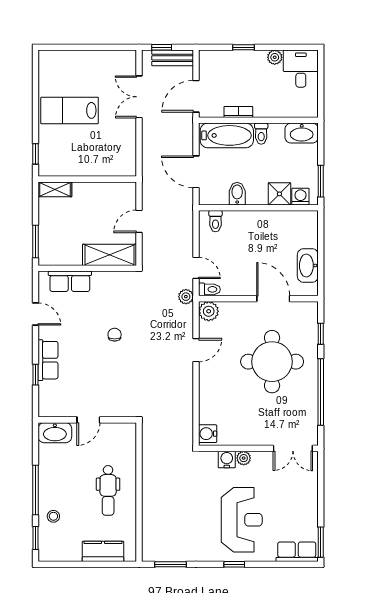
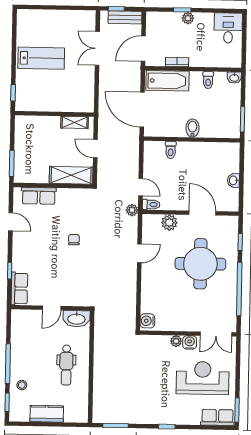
plant: (275, 57) -> (188, 18), moved
lab bench: (70, 110) -> (41, 58), turned 180
washbasin: (302, 133) -> (234, 78), width x0.52, depth x0.69
toilet: (261, 134) -> (208, 80), moved
door: (196, 172) -> (142, 110), width x1.36
shelving: (55, 189) -> (75, 122), moved
bidet: (237, 194) -> (192, 128), moved
shower: (279, 194) -> (209, 129), removed
washing machine: (300, 197) -> (226, 131), removed
door: (139, 221) -> (95, 149), hinge flipped
toilet: (215, 221) -> (171, 150), moved
washbasin: (308, 266) -> (233, 180), width x0.52, depth x0.69
plant: (209, 311) -> (169, 223), moved
row of seats: (48, 360) -> (19, 289), moved
washbasin: (55, 433) -> (77, 319), moved
water cooler: (227, 459) -> (190, 342), moved
reception desk: (242, 520) -> (203, 378), moved, turned -90
kitchen counter: (103, 551) -> (47, 414), moved

